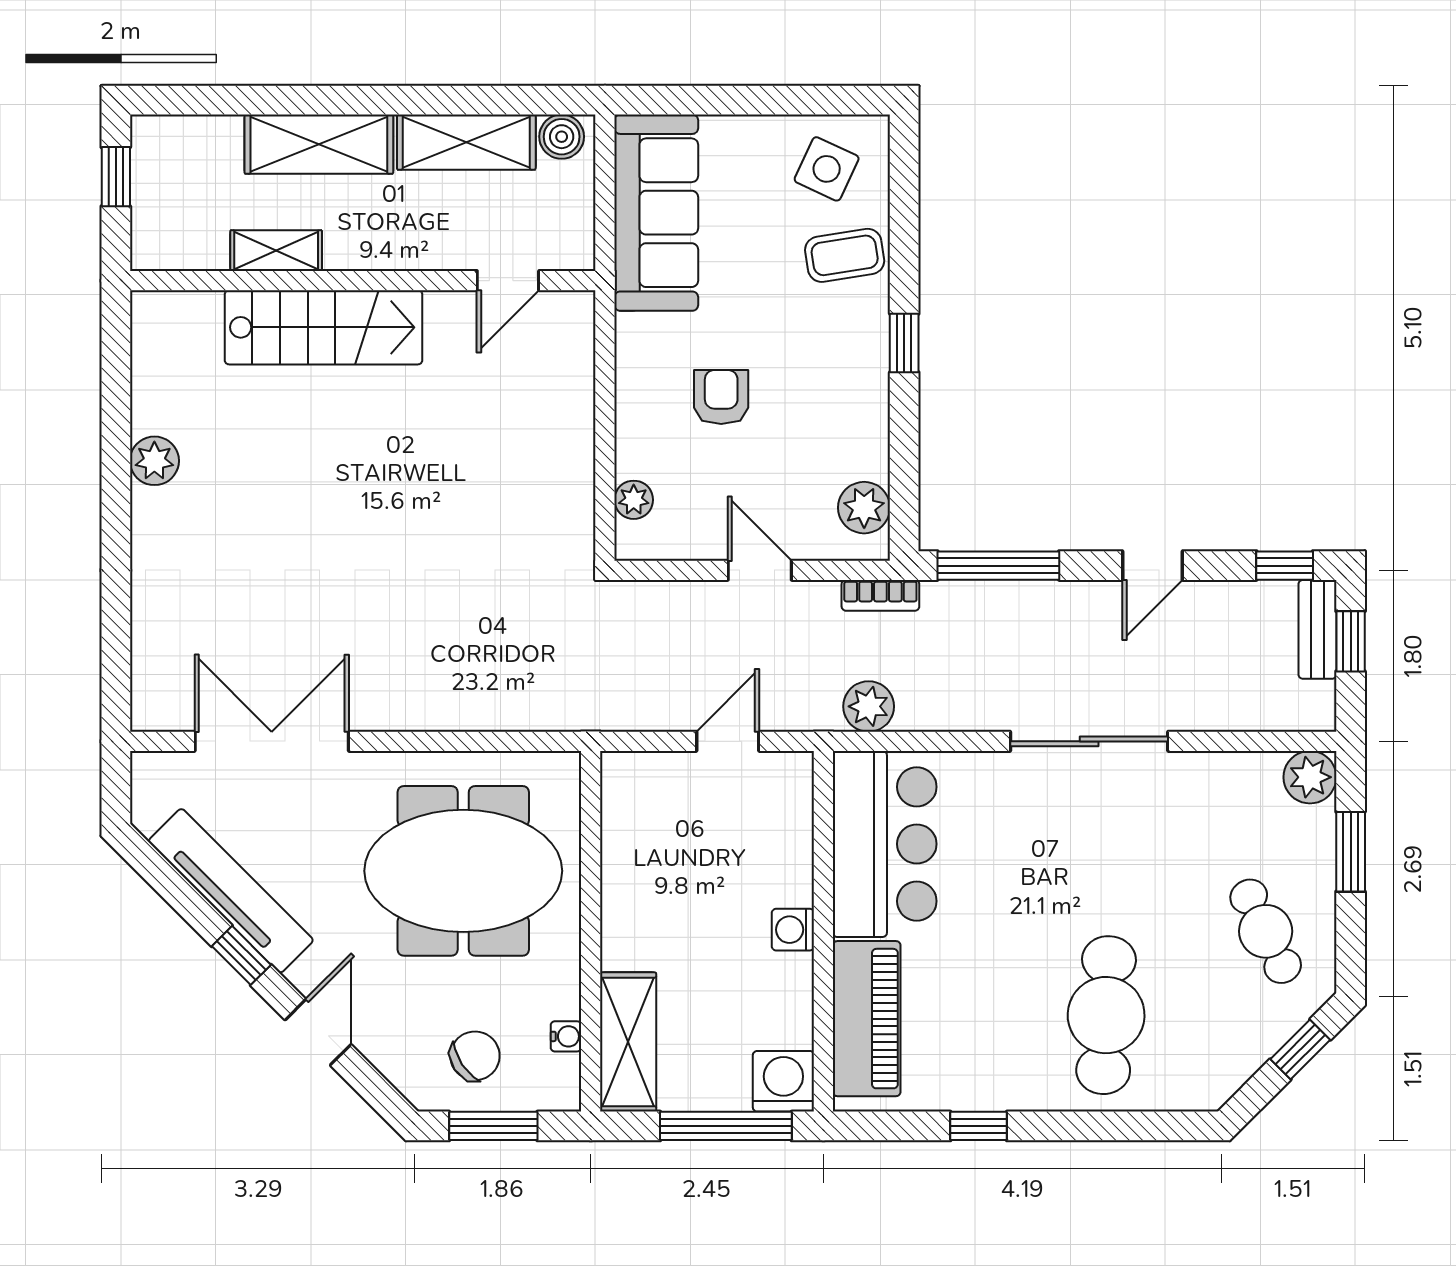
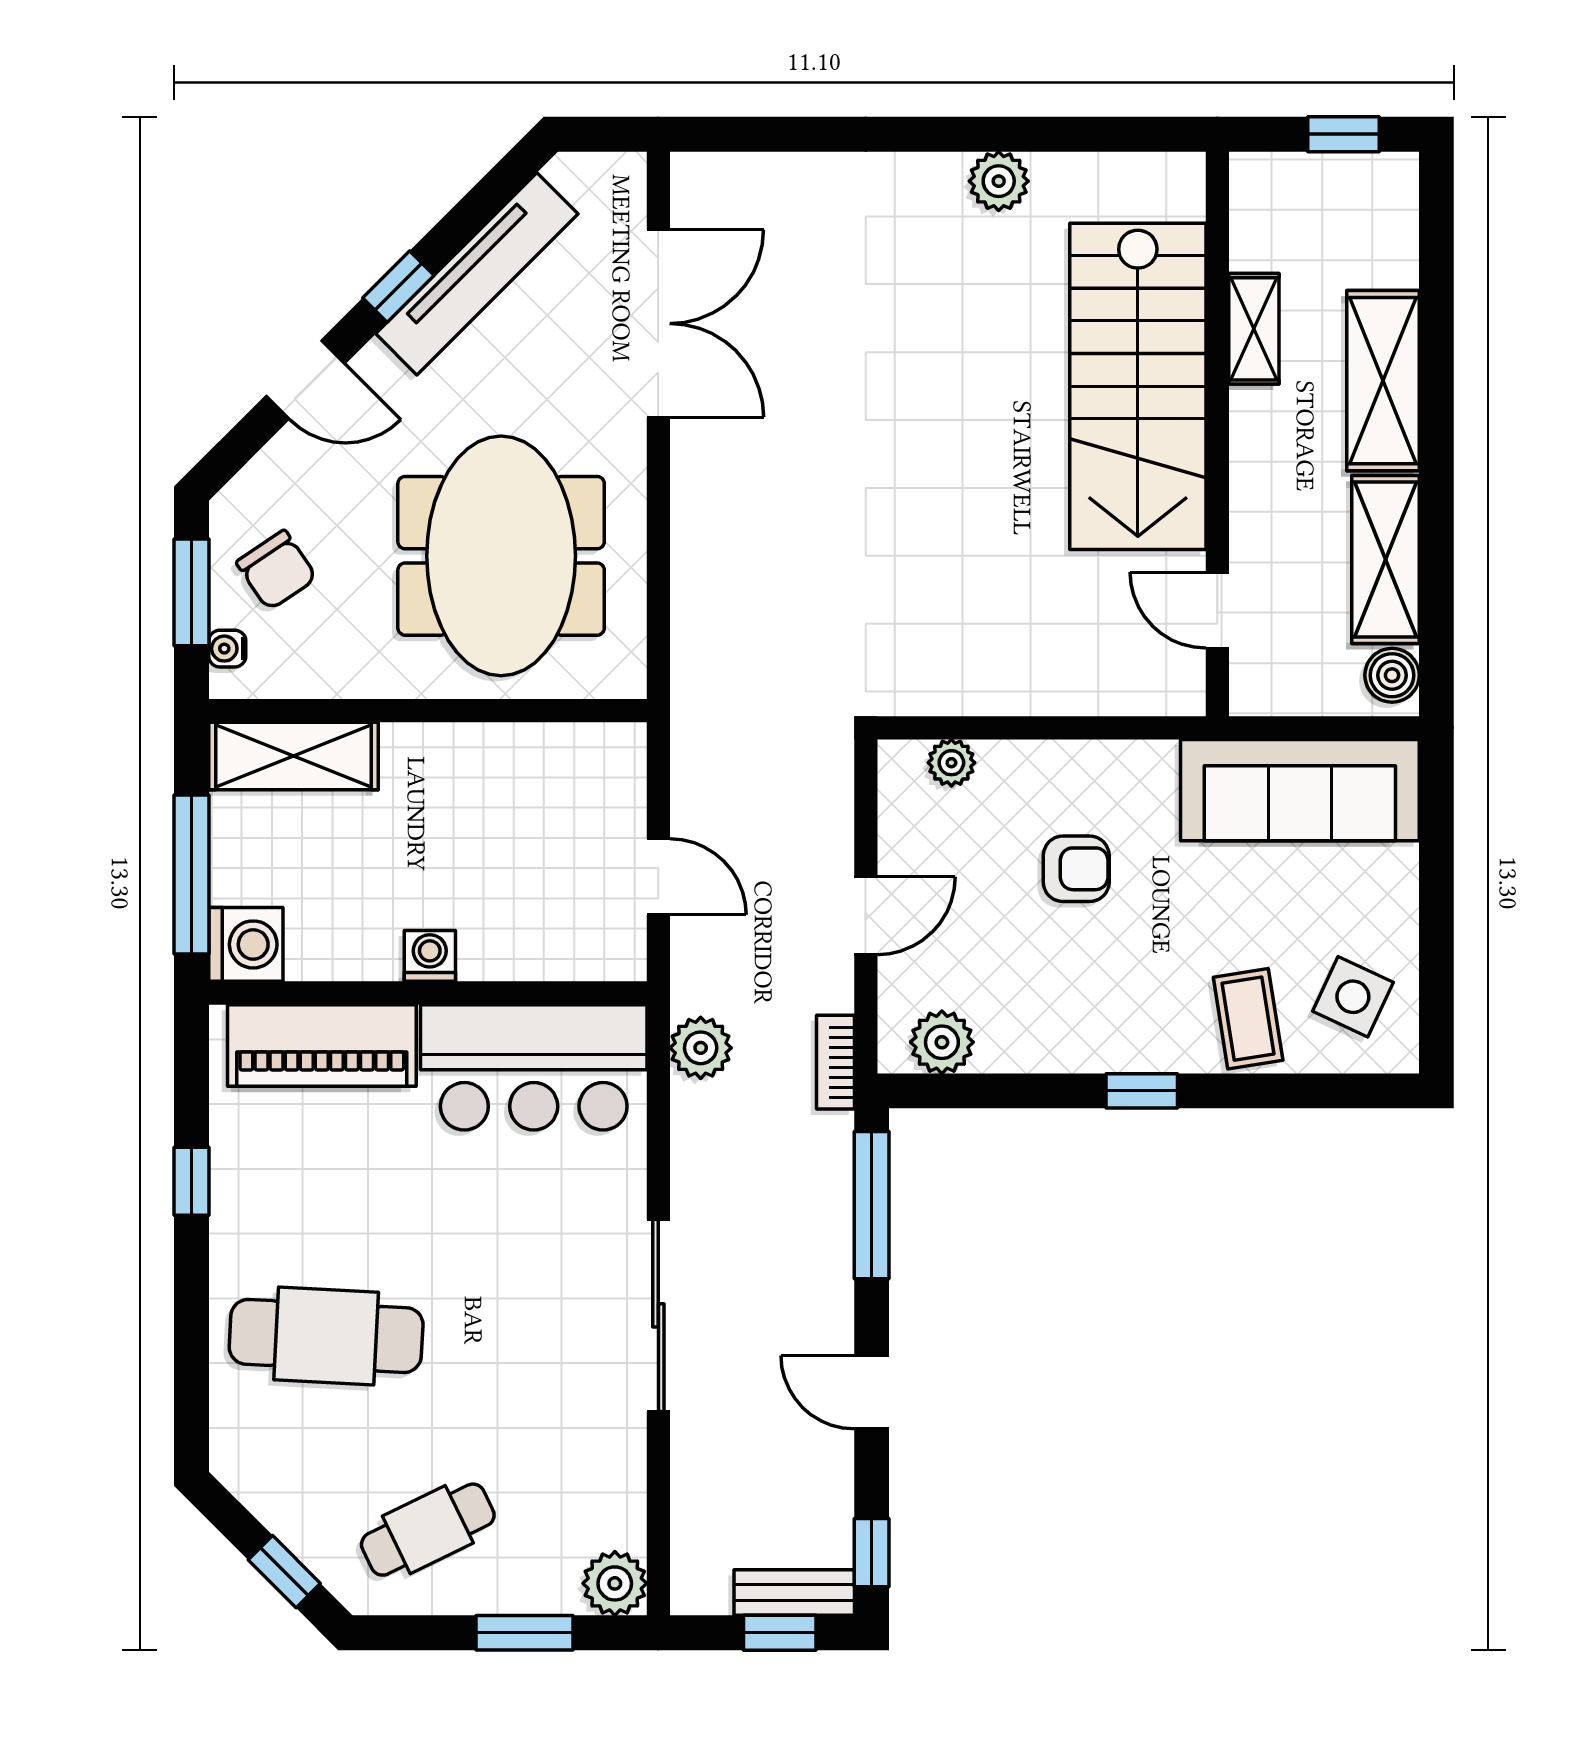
stairs: (324, 327) -> (1138, 386), width x1.36, depth x1.51
water cooler: (566, 1036) -> (227, 649), moved, turned 90

